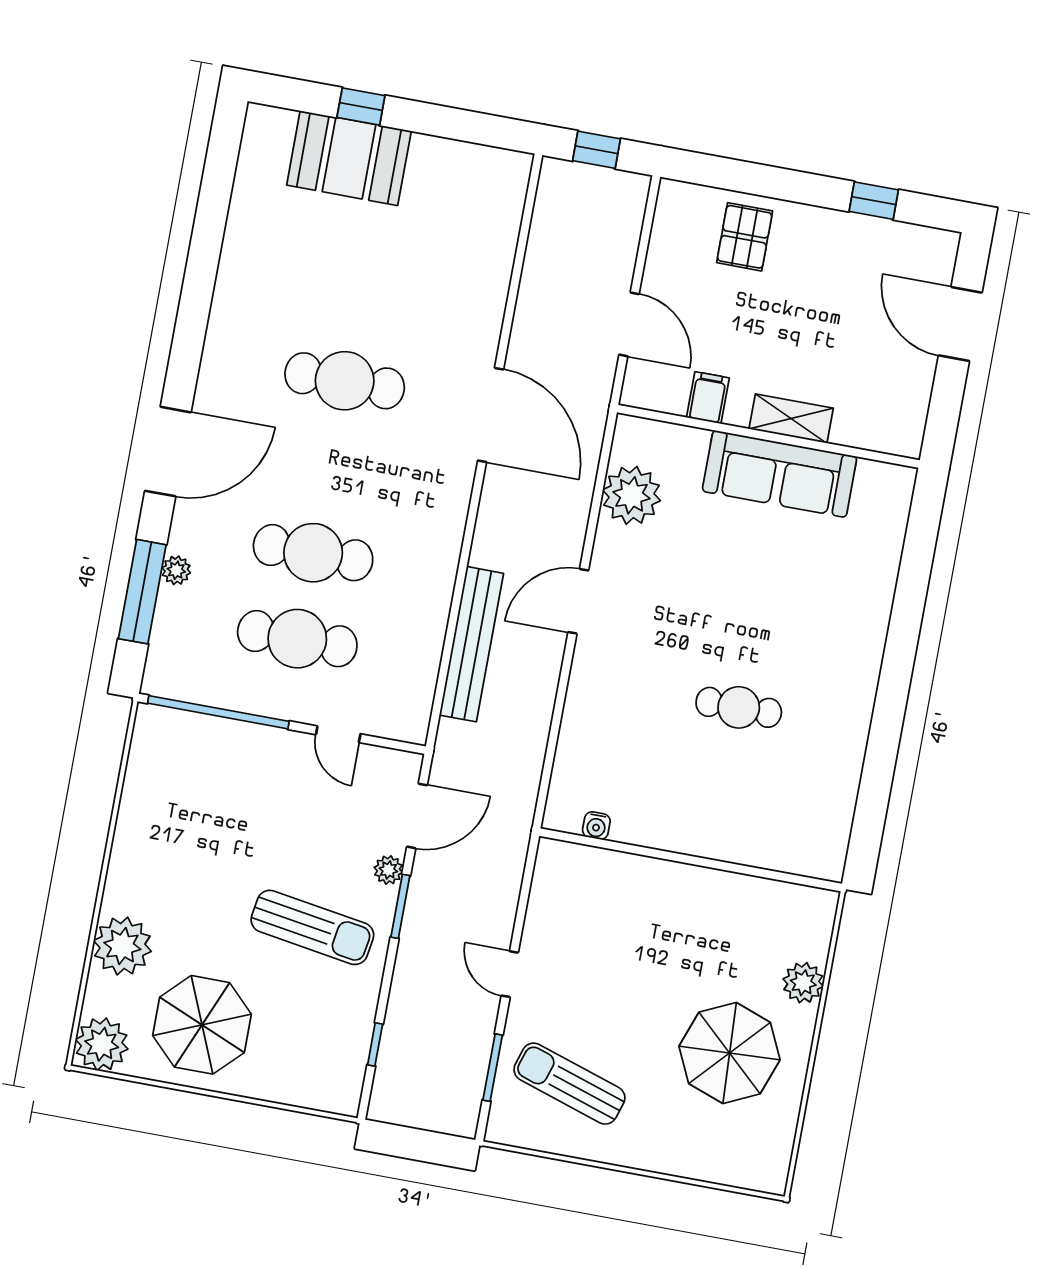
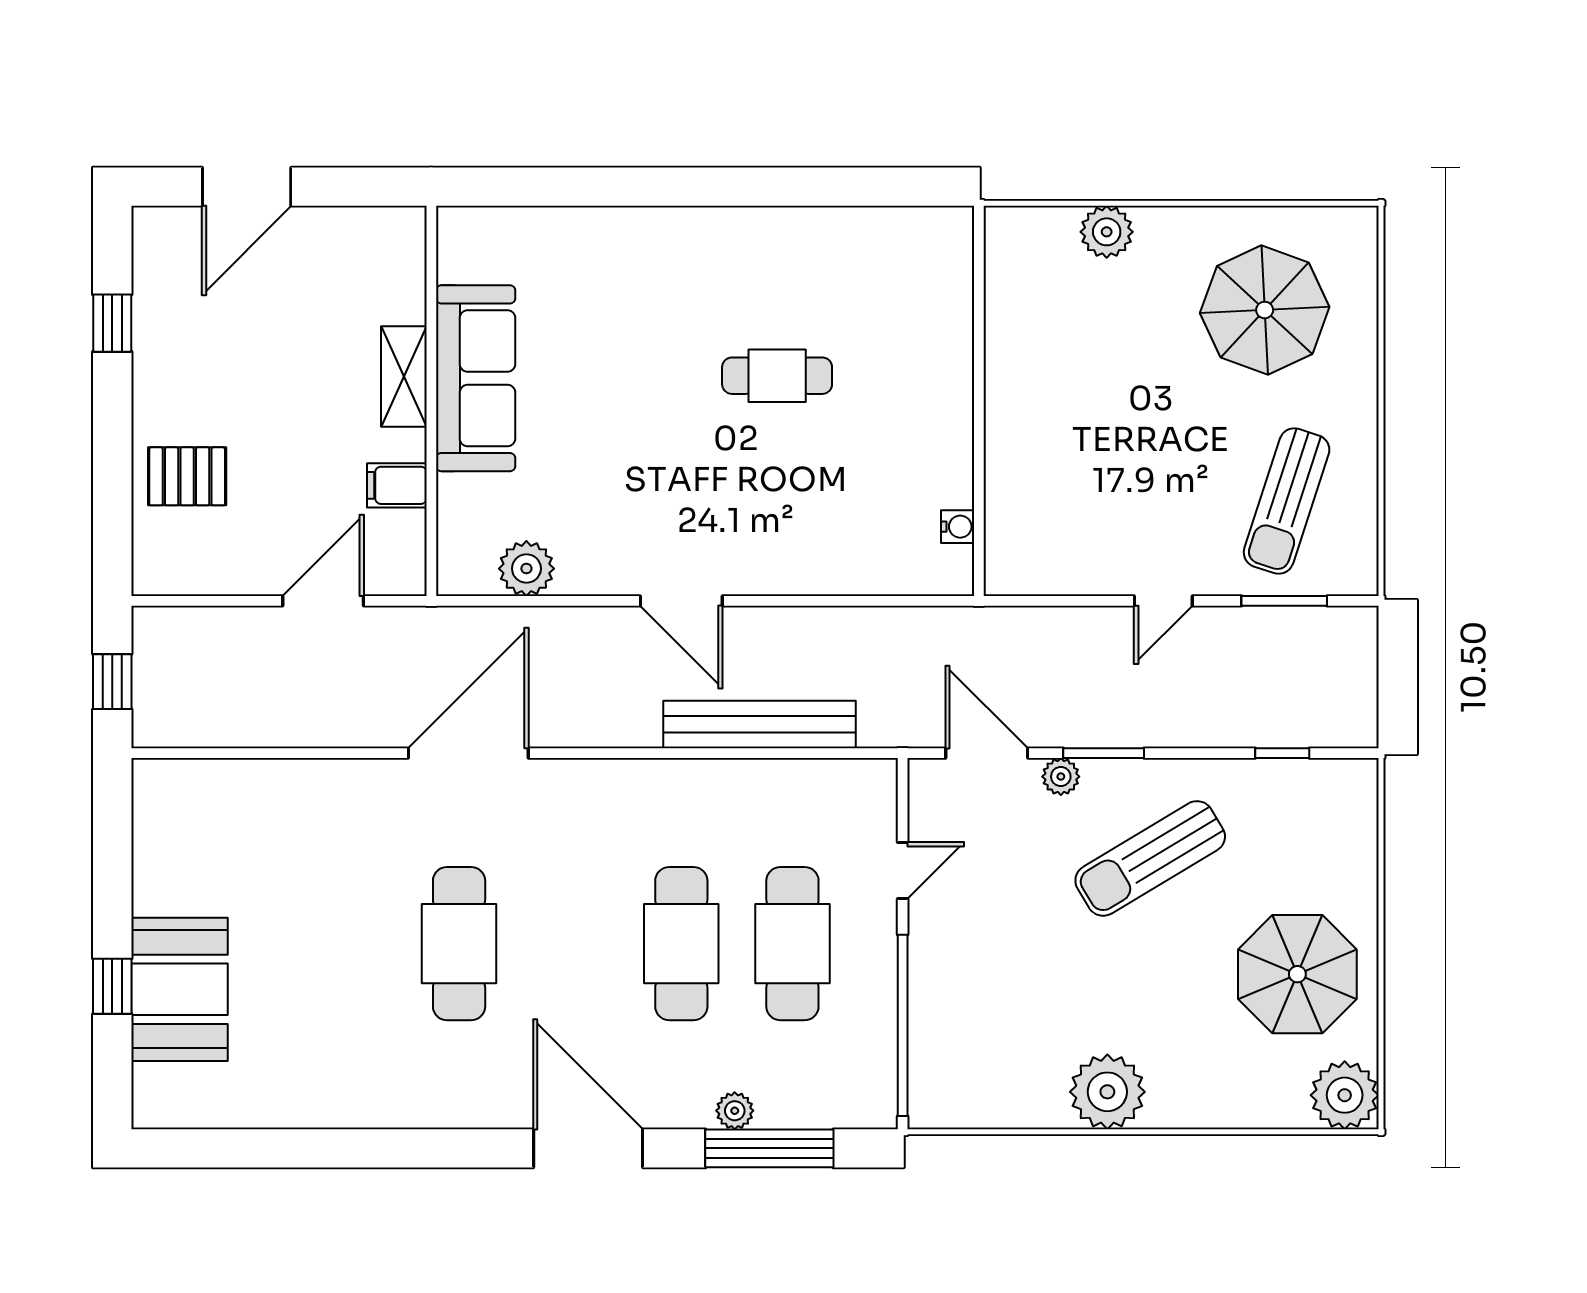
plant: (631, 495) -> (526, 569), width x0.73, depth x0.73
cafe table: (739, 707) -> (777, 376), turned 90
sun lounger: (312, 927) -> (1150, 858), turned -130
plant: (122, 946) -> (1107, 1092), moved
parasol: (730, 1053) -> (1265, 310), moved

